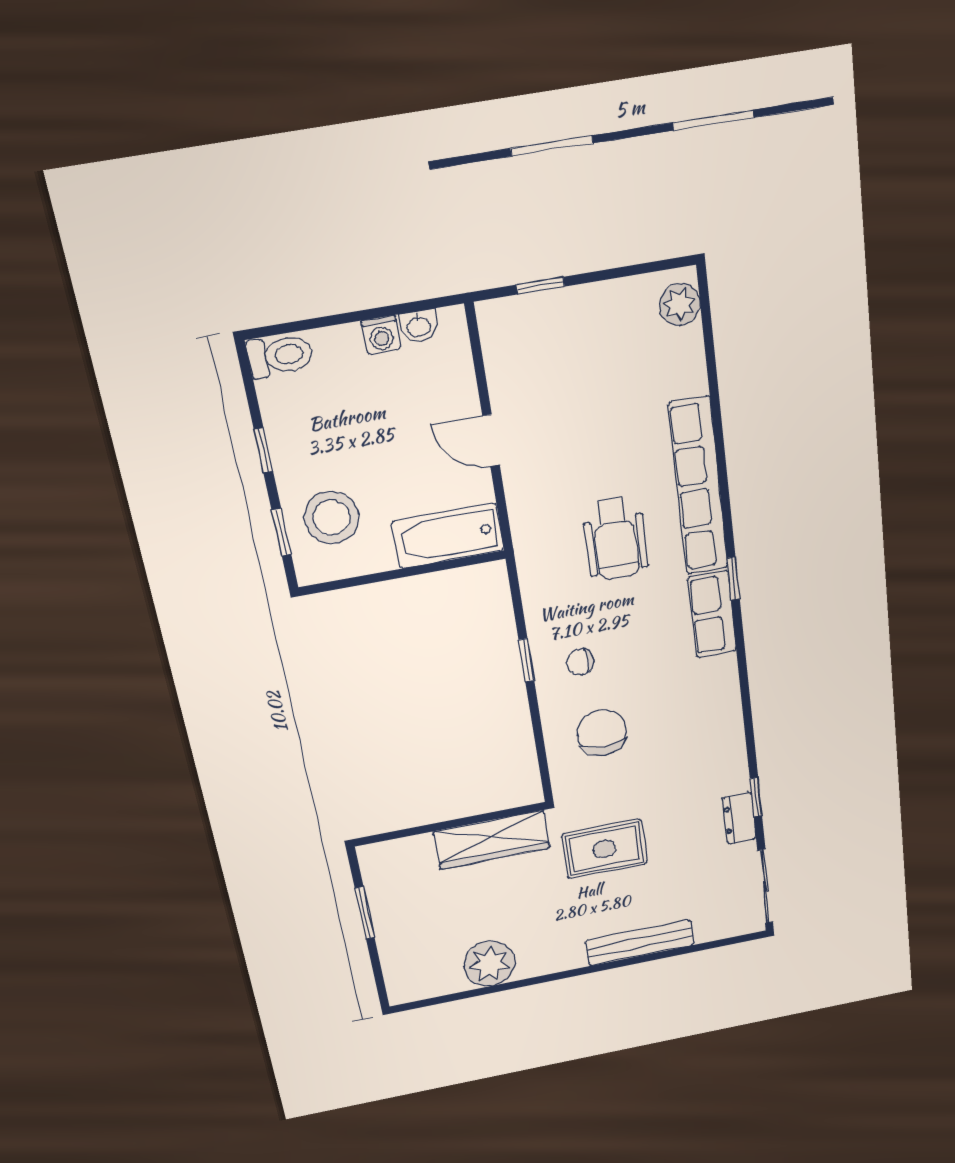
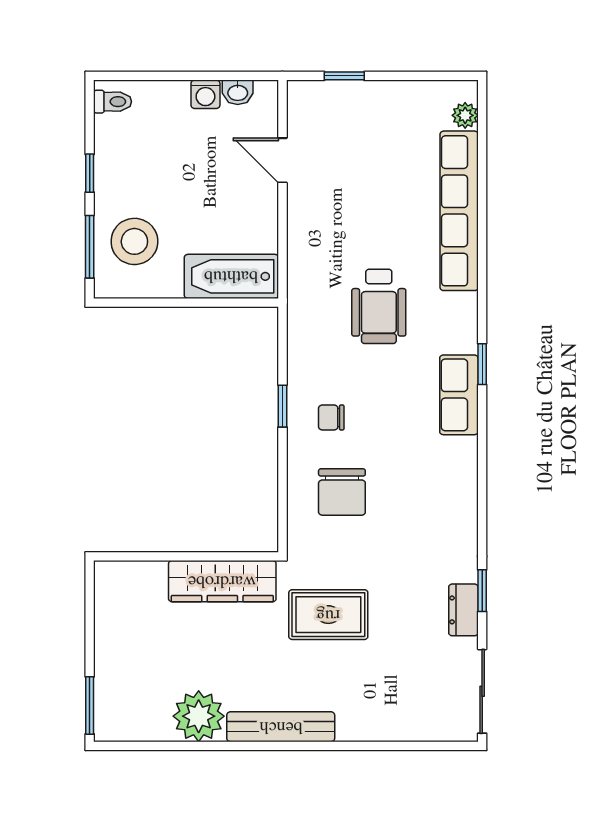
plant: (680, 304) -> (465, 115), width x0.73, depth x0.73
toilet: (280, 356) -> (113, 102), width x0.73, depth x0.72
door: (491, 440) -> (282, 160), moved
row of seats: (698, 487) -> (459, 211), moved
window: (281, 532) -> (90, 247), width x1.50
chair: (602, 733) -> (342, 492), turned 180
window: (365, 913) -> (90, 705), moved
bench: (640, 943) -> (281, 727), moved

